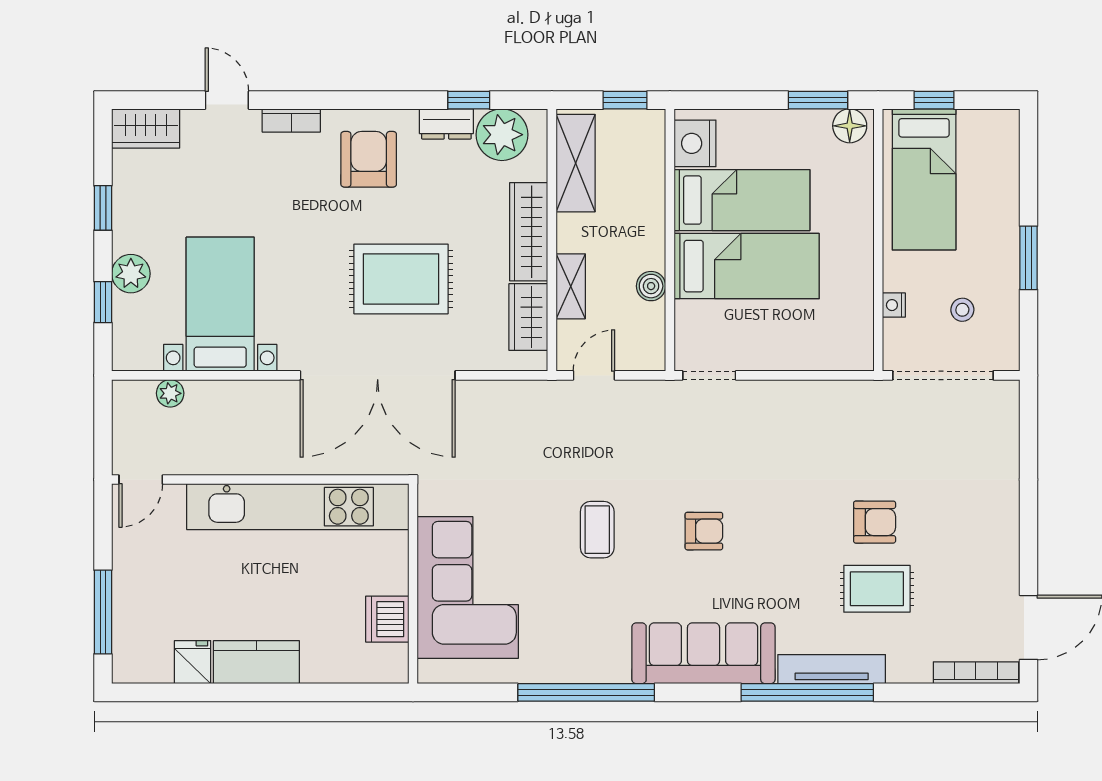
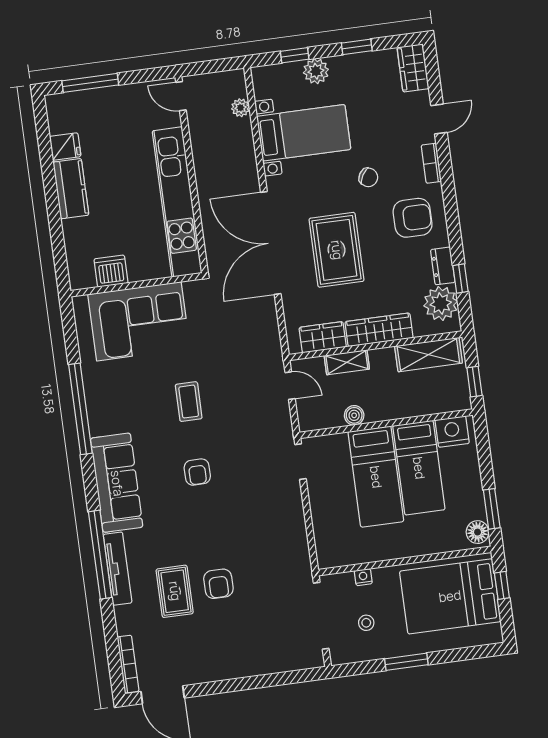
bed: (924, 179) -> (450, 596), width x1.50
chair: (299, 217) -> (368, 177), added
coffee table: (597, 530) -> (189, 402), turned 90

